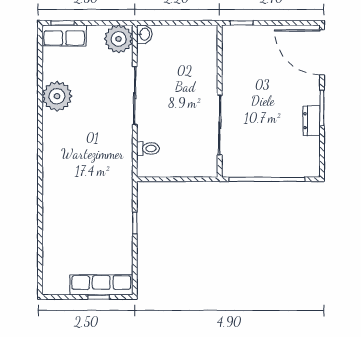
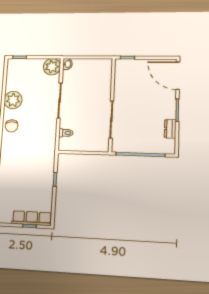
row of seats: (64, 35) -> (20, 64), removed
dresser: (312, 121) -> (170, 129), moved
chair: (58, 139) -> (12, 126), added

